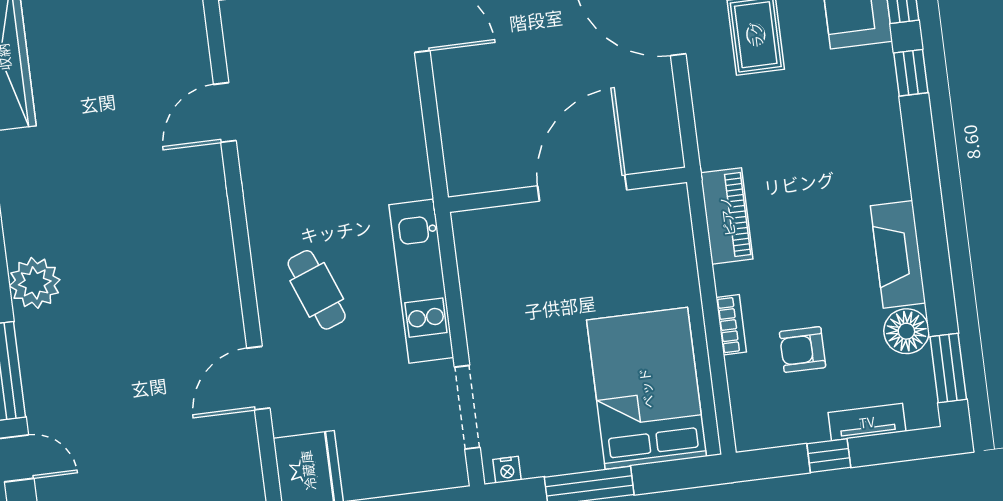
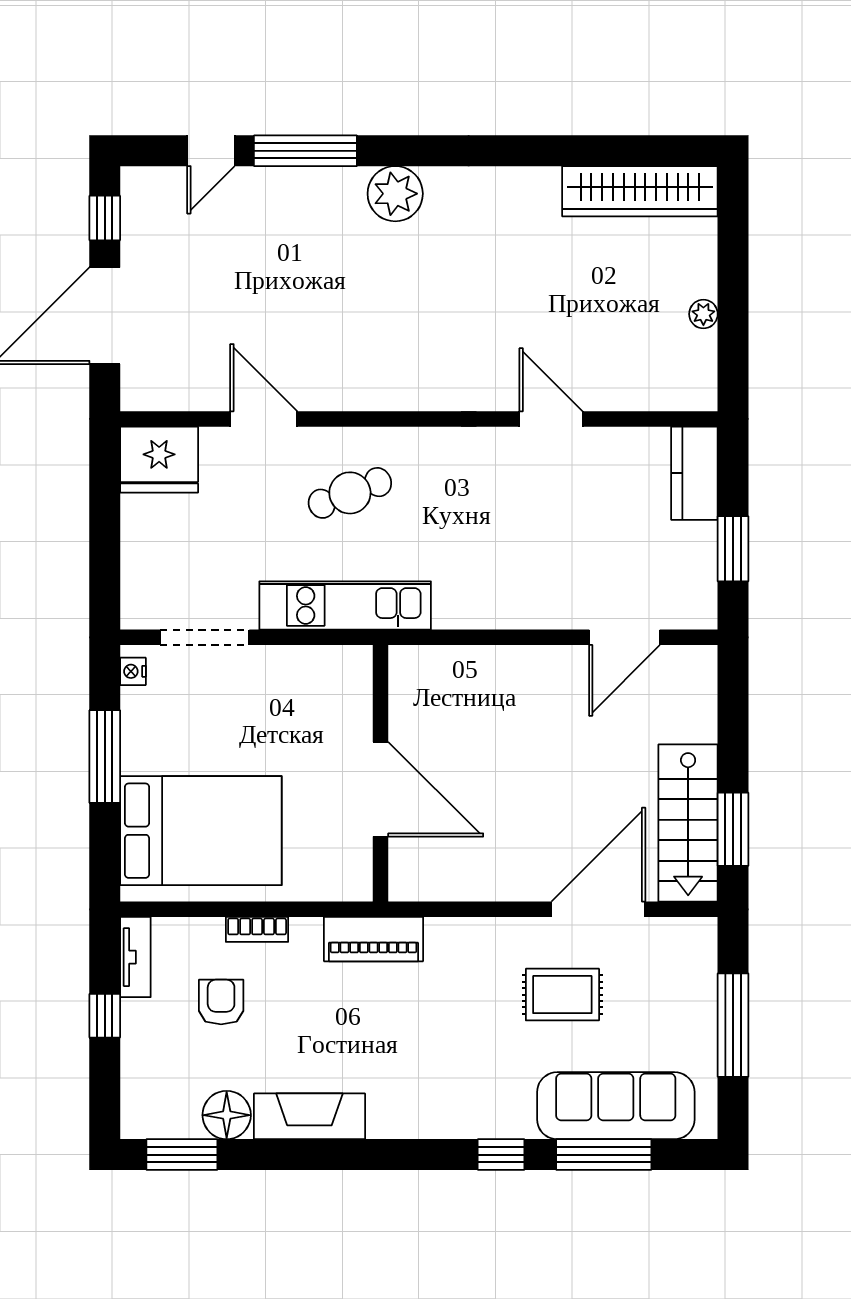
door: (582, 188) -> (381, 789), moved
wall: (568, 190) -> (381, 773), moved
tv unit: (867, 422) -> (135, 957), moved

